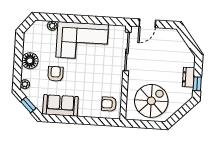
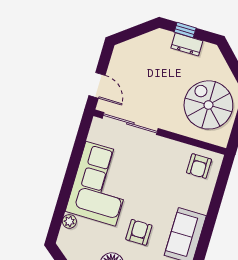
armchair: (55, 74) -> (139, 232), turned 90
window: (197, 84) -> (185, 30), moved

